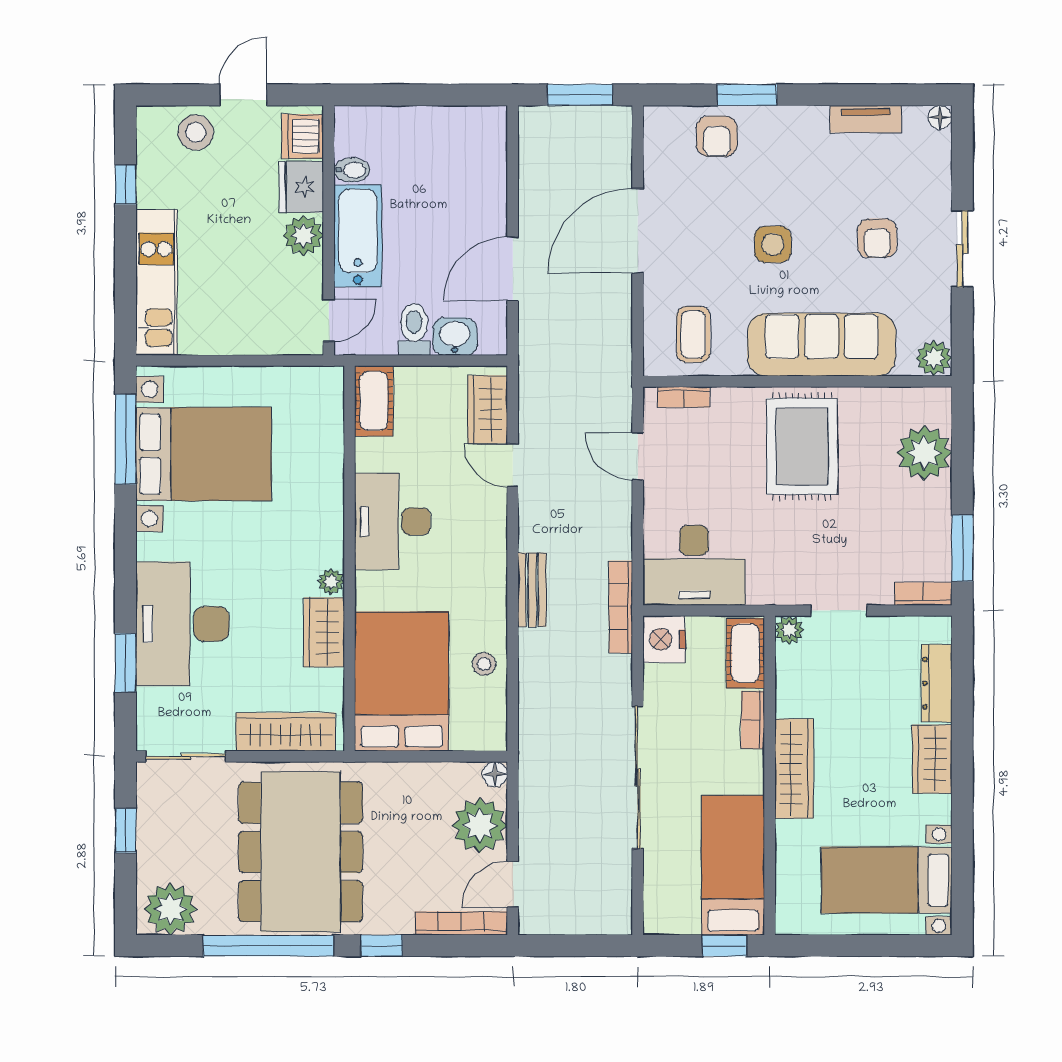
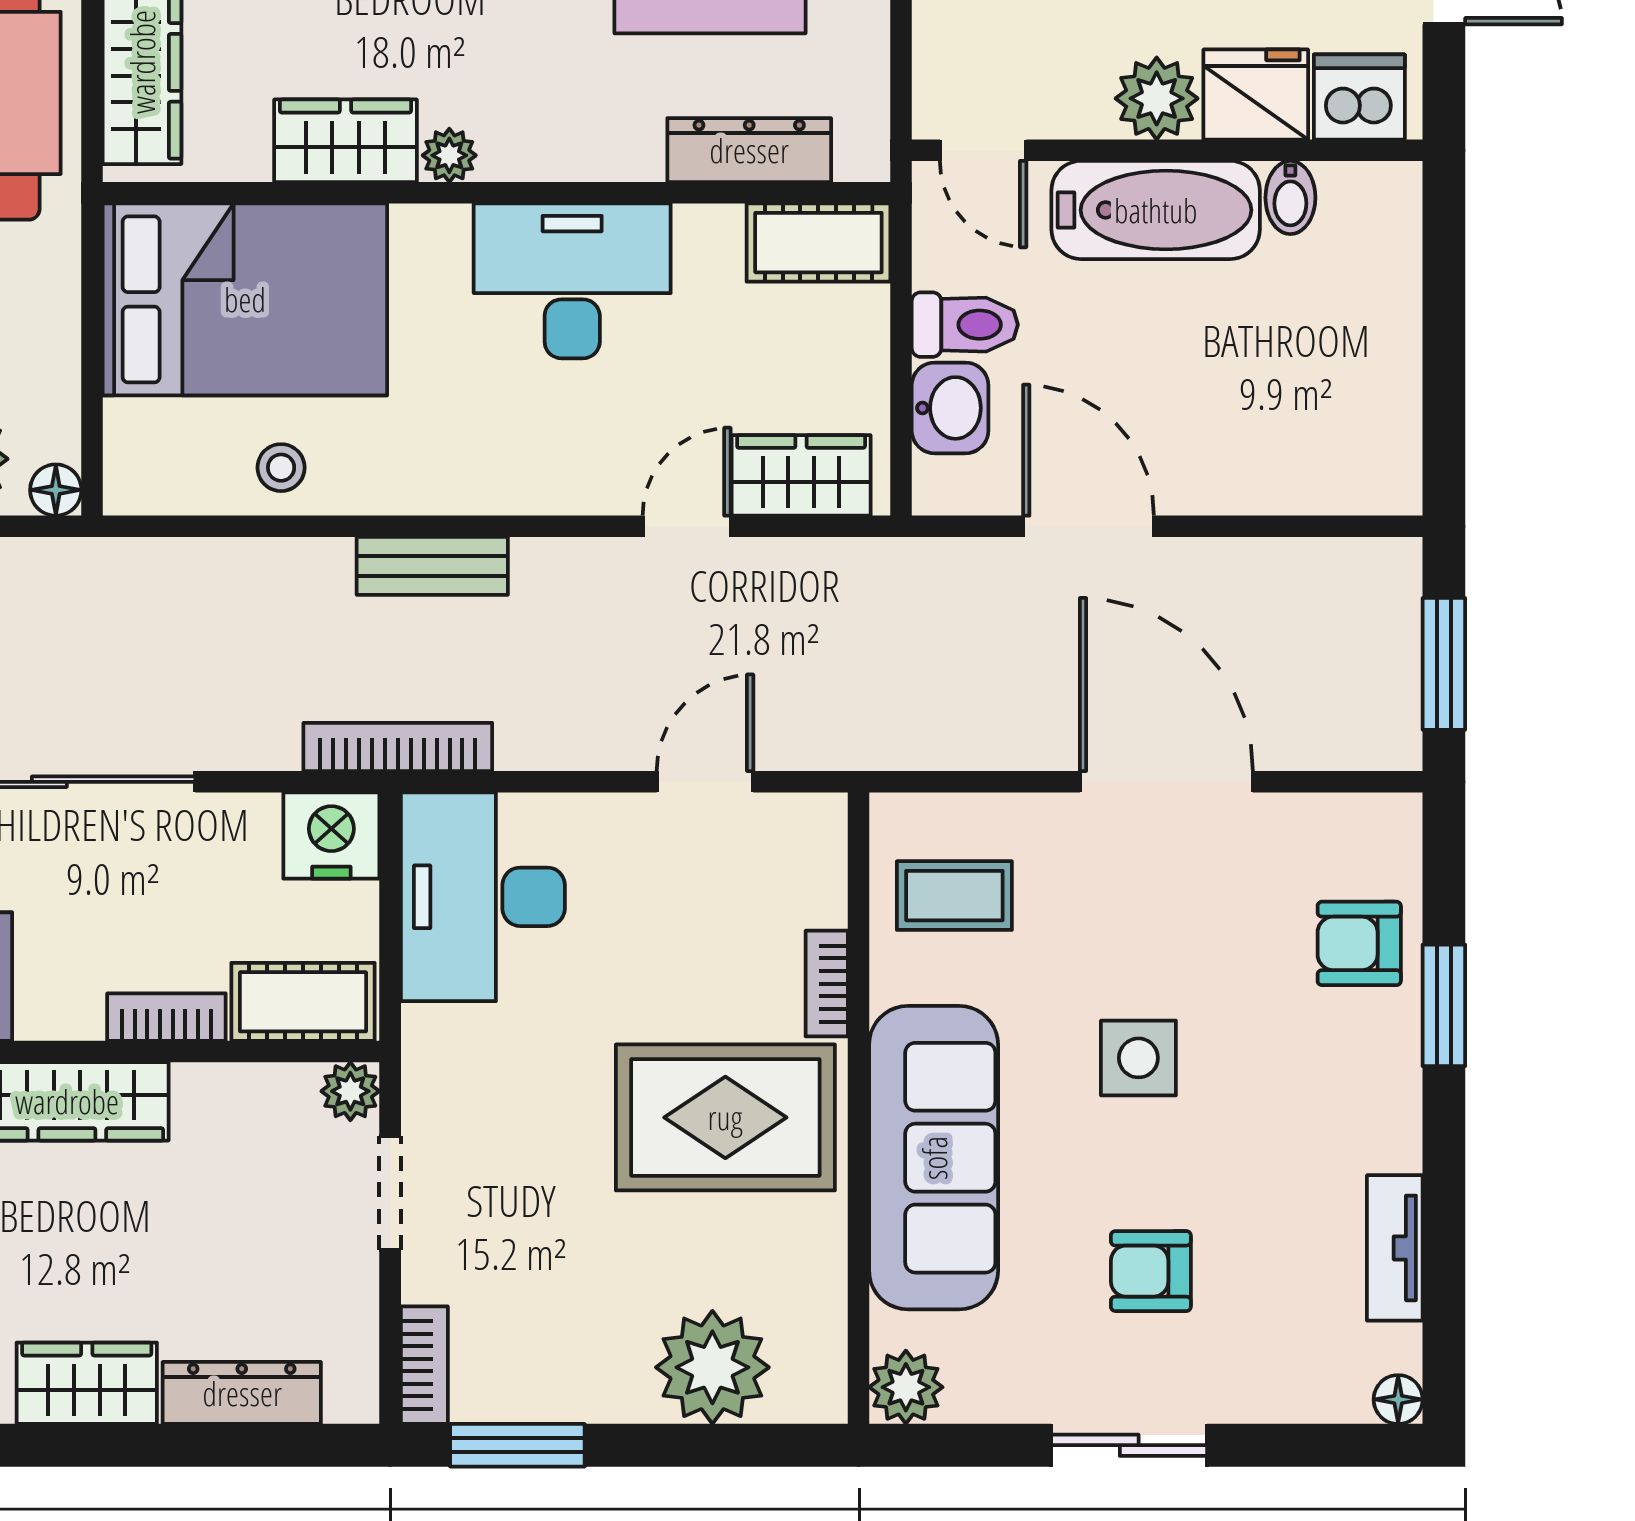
bookcase: (683, 397) -> (827, 984), moved
dresser: (329, 435) -> (749, 150), added

